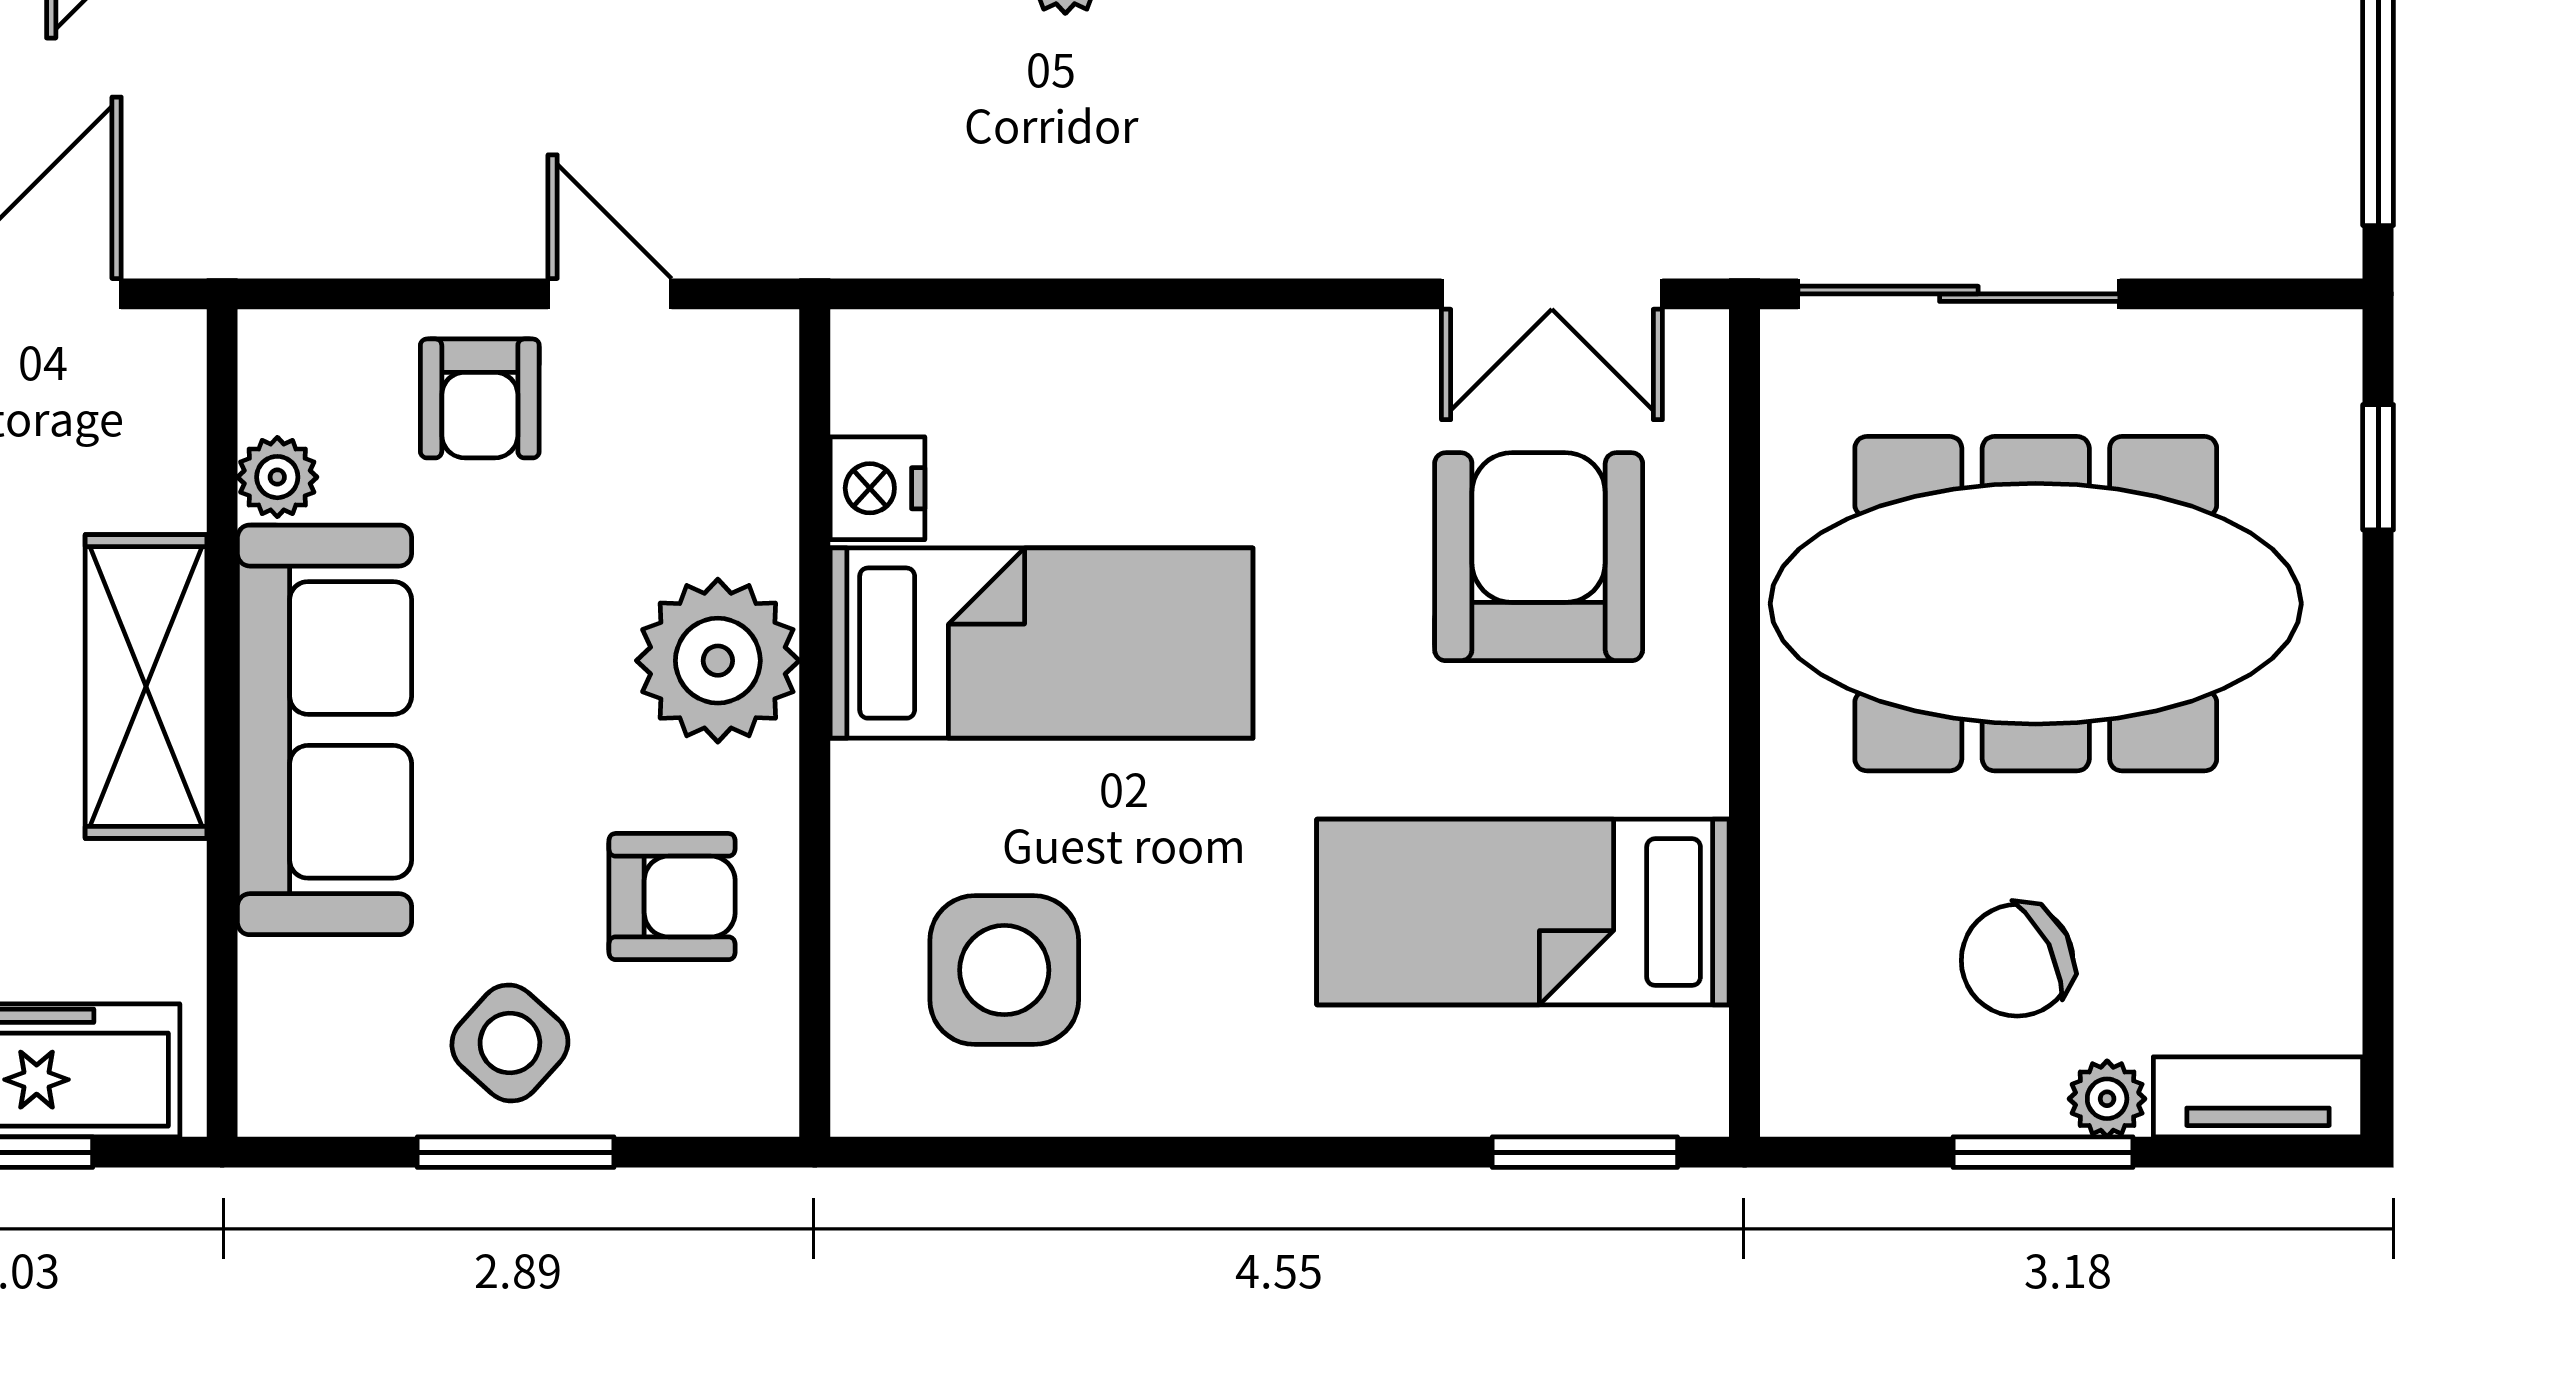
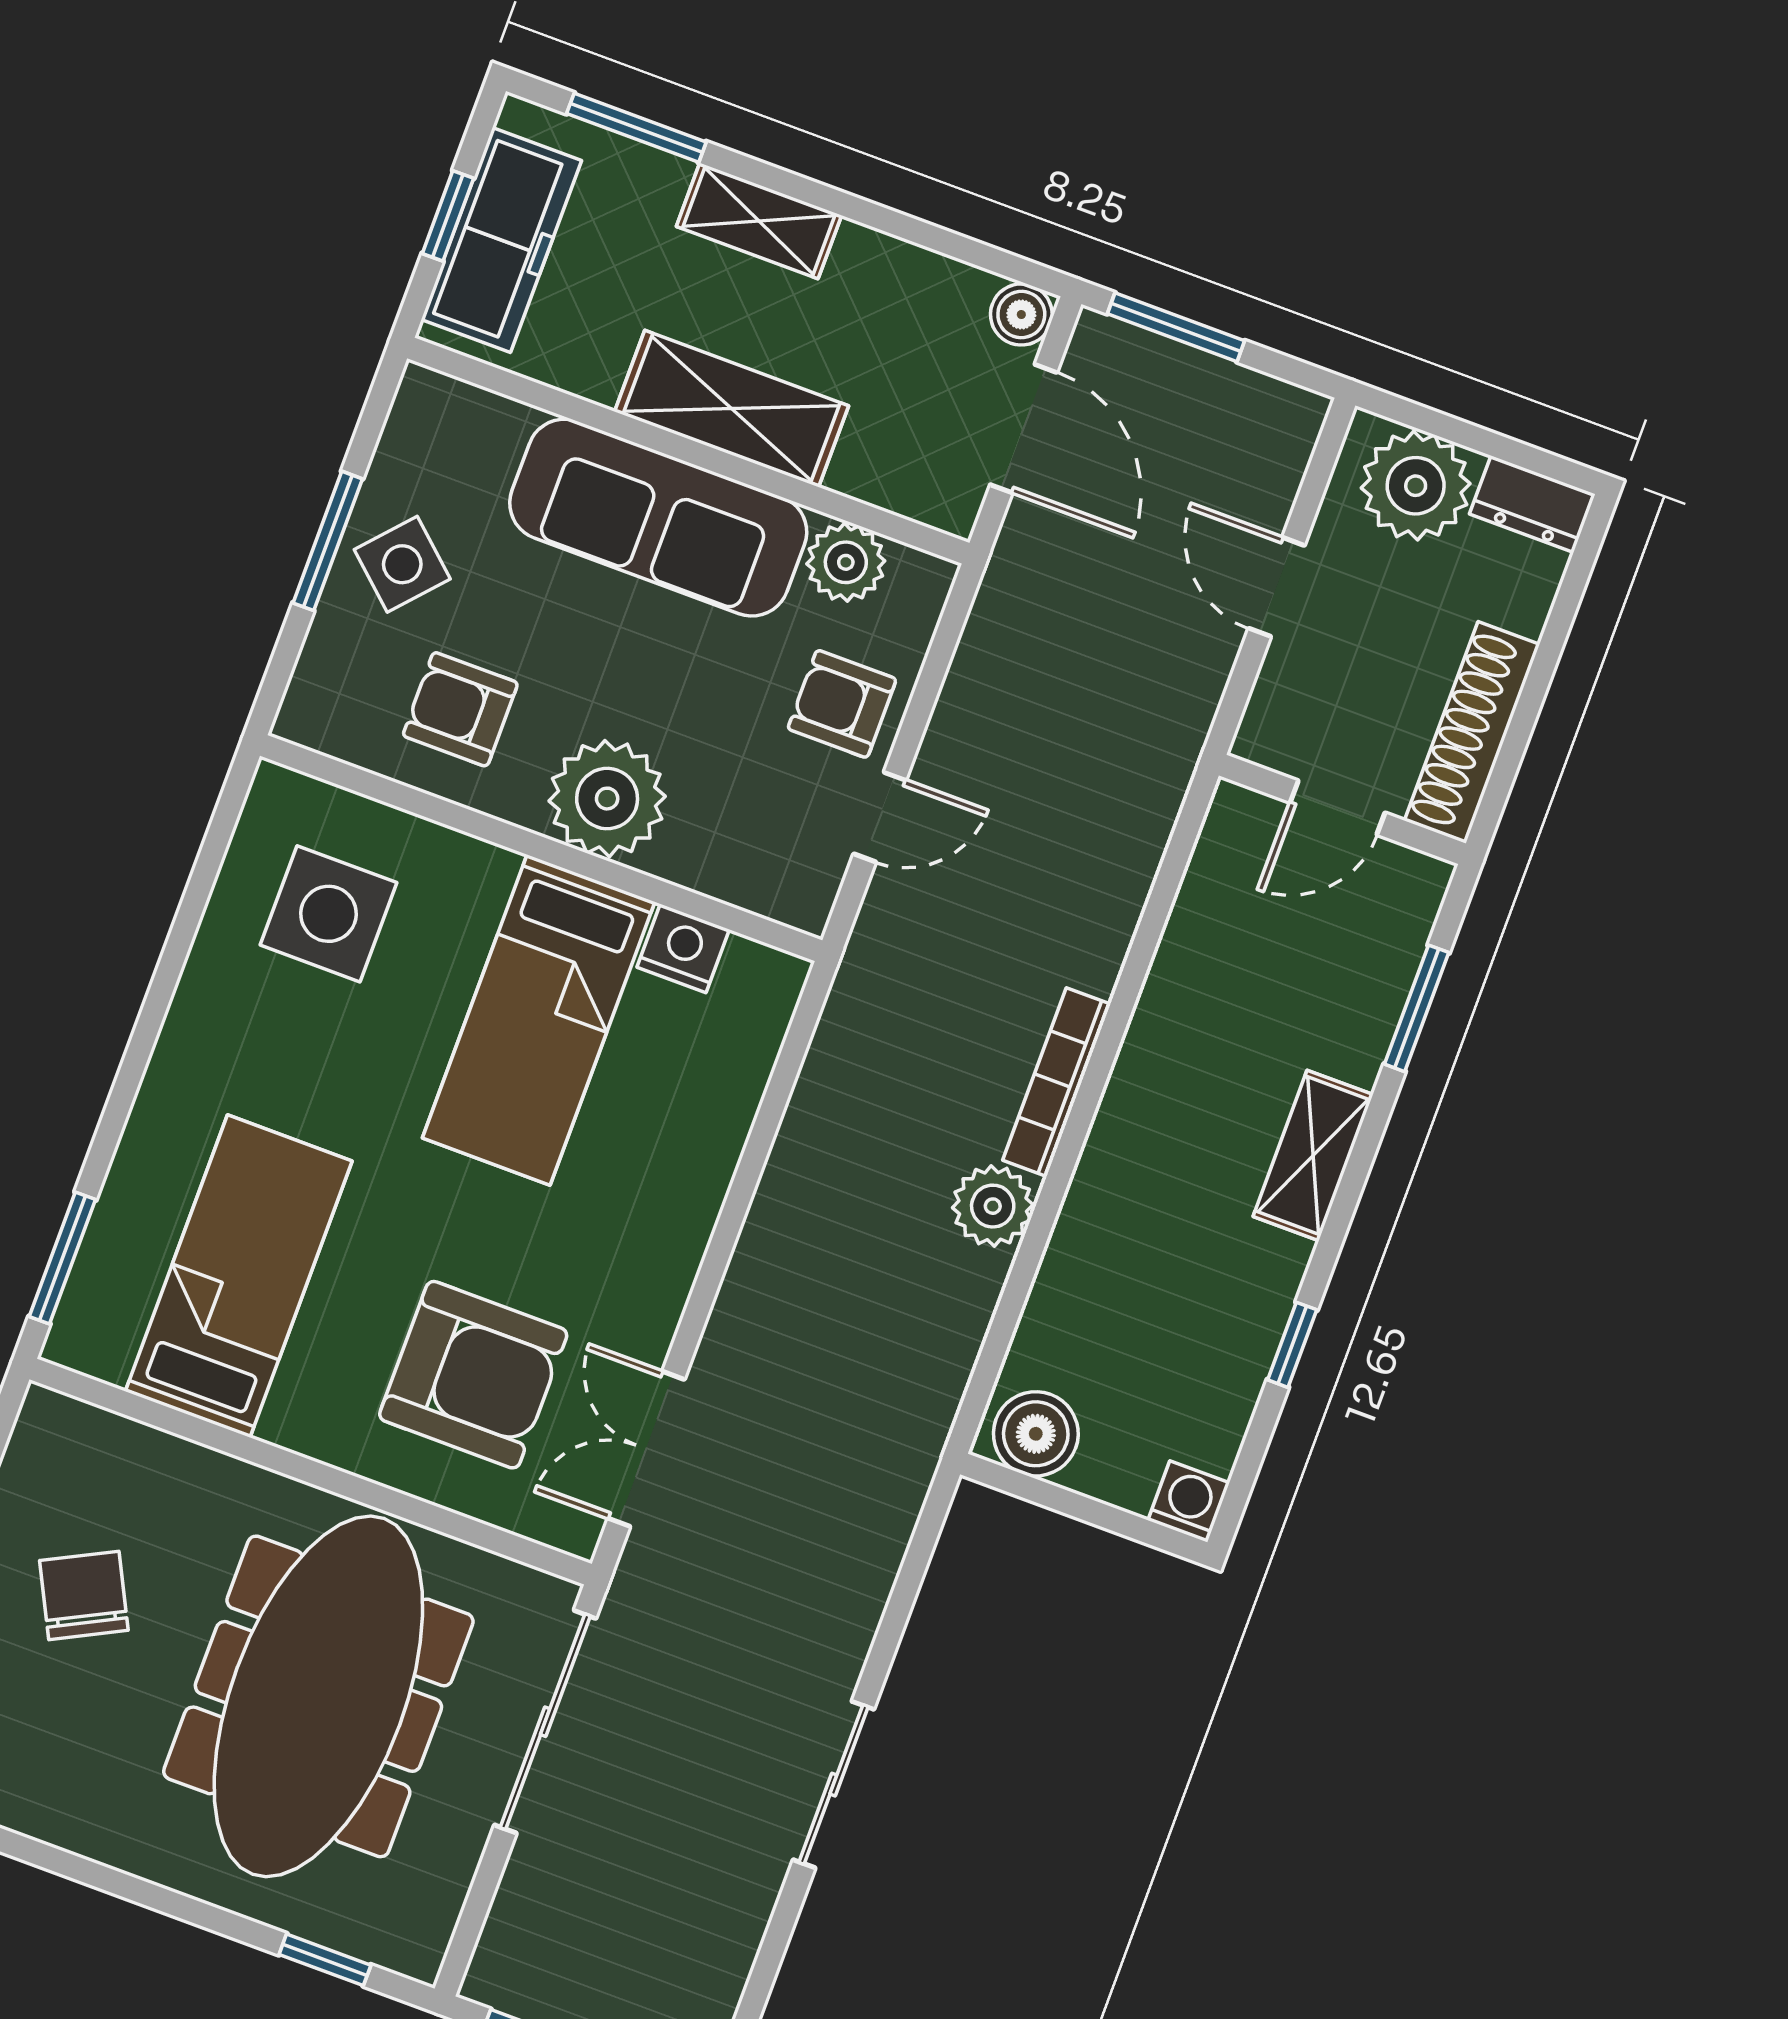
plant: (277, 477) -> (846, 562), width x1.38, depth x1.38
armchair: (672, 897) -> (460, 709), turned 90

